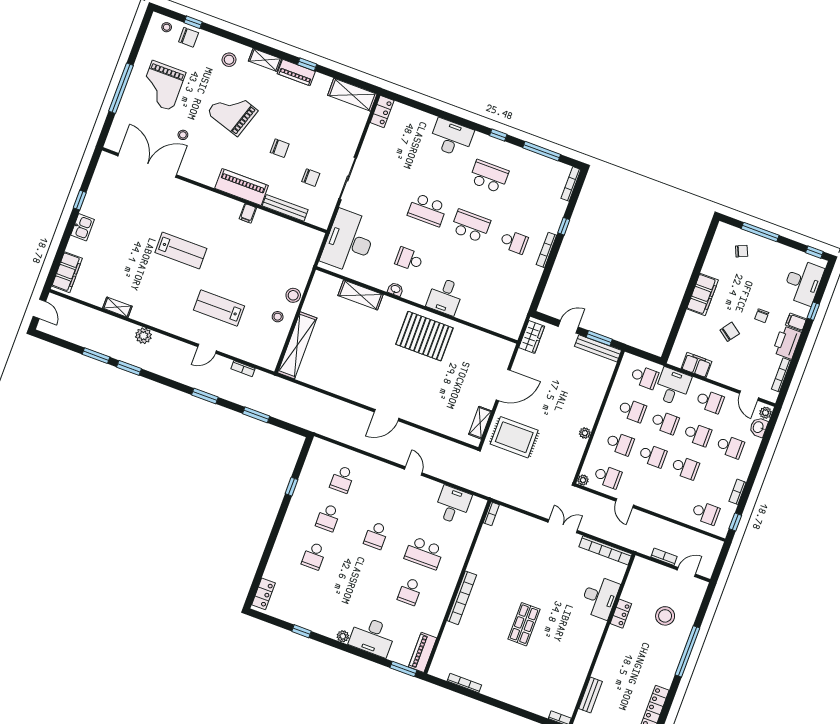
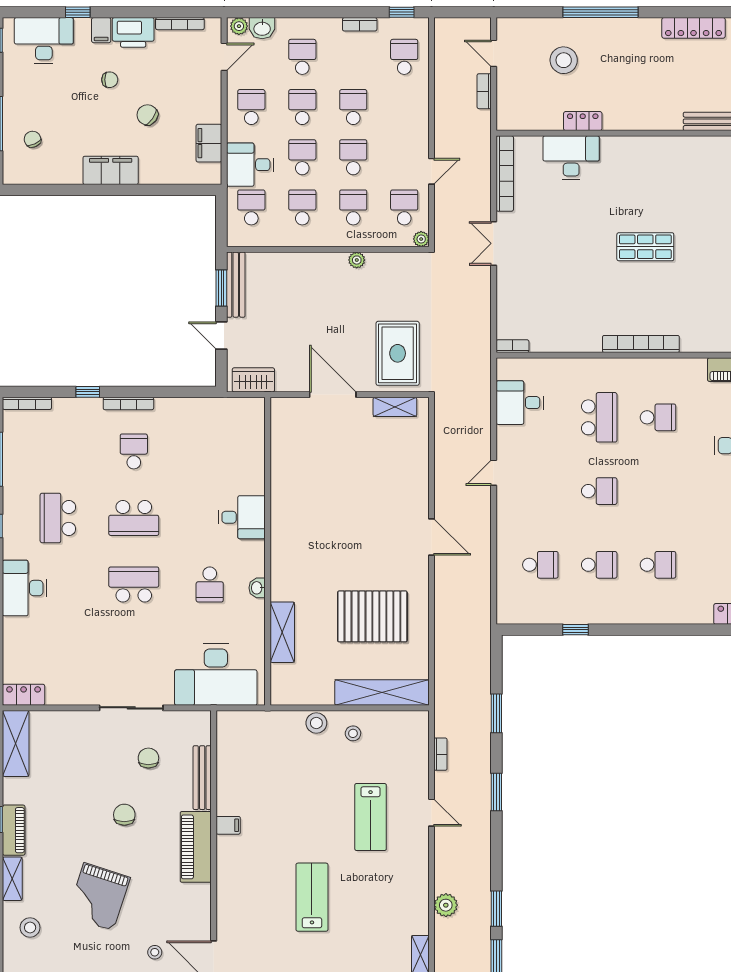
school desk: (427, 210) -> (134, 584), turned -90
school desk: (471, 226) -> (134, 518), turned -90
pallet: (424, 336) -> (372, 616), moved, turned 90

